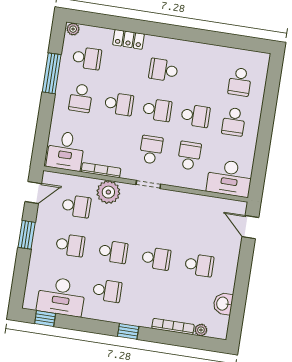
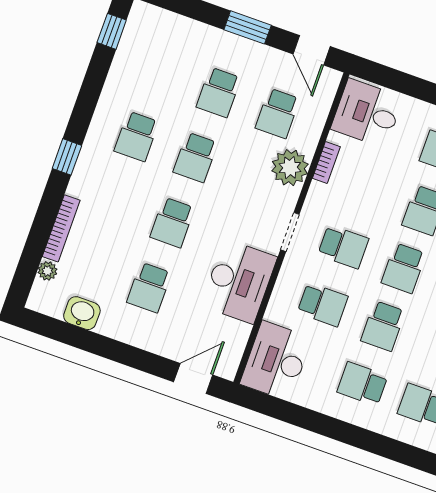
bookcase: (101, 170) -> (326, 163), width x0.64
desk: (61, 296) -> (239, 281), moved, turned 180

